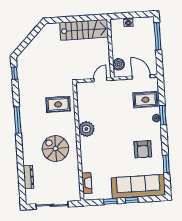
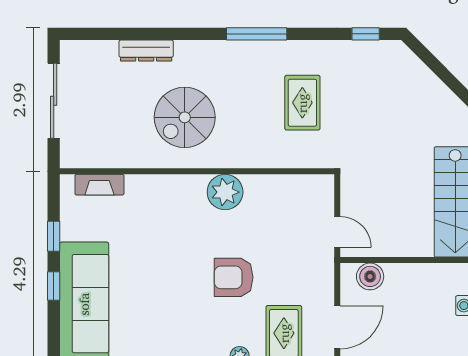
rug: (58, 104) -> (302, 103), moved
spiral stairs: (55, 148) -> (185, 117), turned 180
armchair: (143, 149) -> (234, 277), moved
dresser: (28, 177) -> (146, 50), moved

